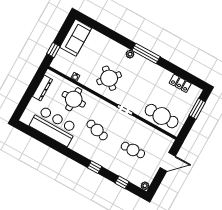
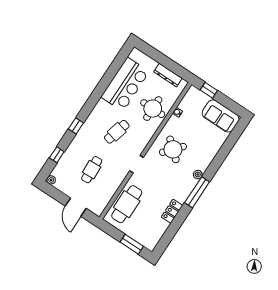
locker: (180, 83) -> (172, 211), moved

